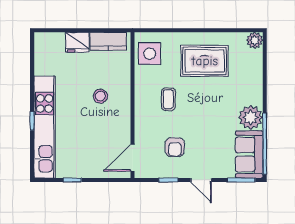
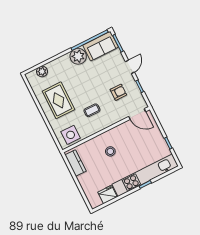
plant: (255, 40) -> (42, 71), moved
fridge: (77, 42) -> (108, 195), moved, turned -90

